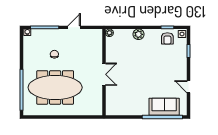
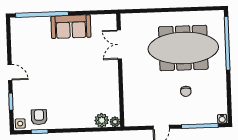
plant: (139, 34) -> (102, 120), moved
double door: (104, 74) -> (119, 45), moved
door: (188, 87) -> (10, 72), moved
sofa: (164, 107) -> (71, 27), moved

